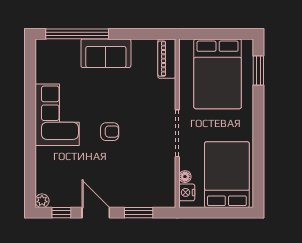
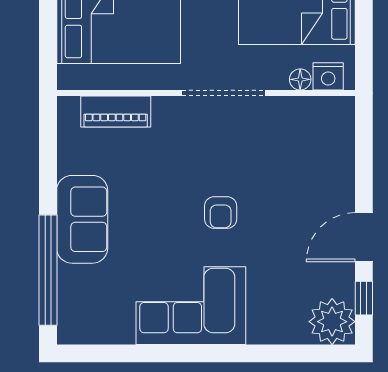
piano: (167, 59) -> (116, 112), moved
armchair: (110, 132) -> (221, 213), turned 180
plant: (42, 201) -> (332, 322), width x1.88, depth x1.88
window: (139, 213) -> (364, 161), removed

